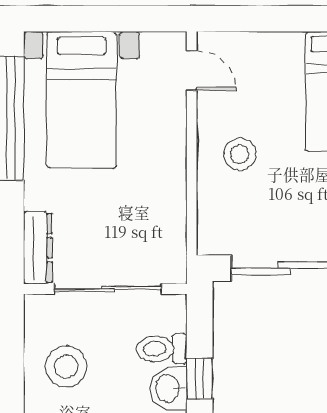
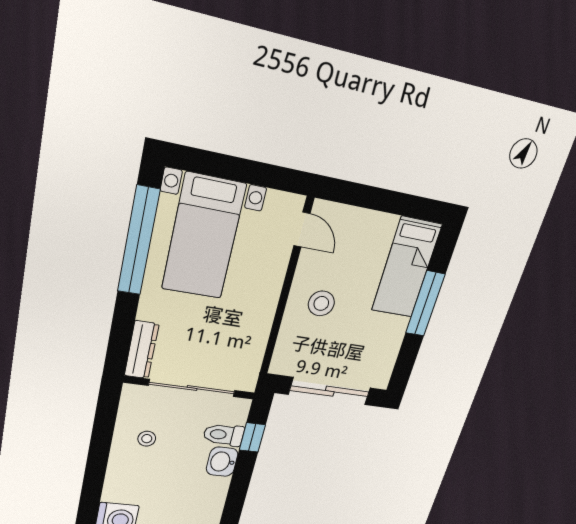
stool: (66, 367) -> (147, 439), width x0.53, depth x0.53
window: (200, 379) -> (252, 437), moved

